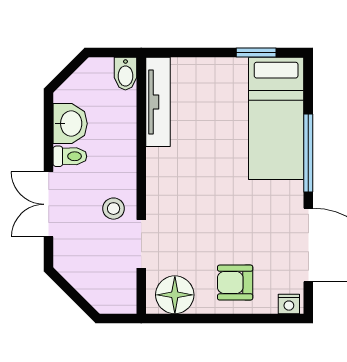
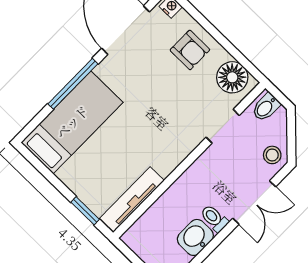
window: (256, 53) -> (85, 211), moved
bidet: (125, 74) -> (266, 107), moved, turned 180
stool: (114, 209) -> (272, 155), moved

